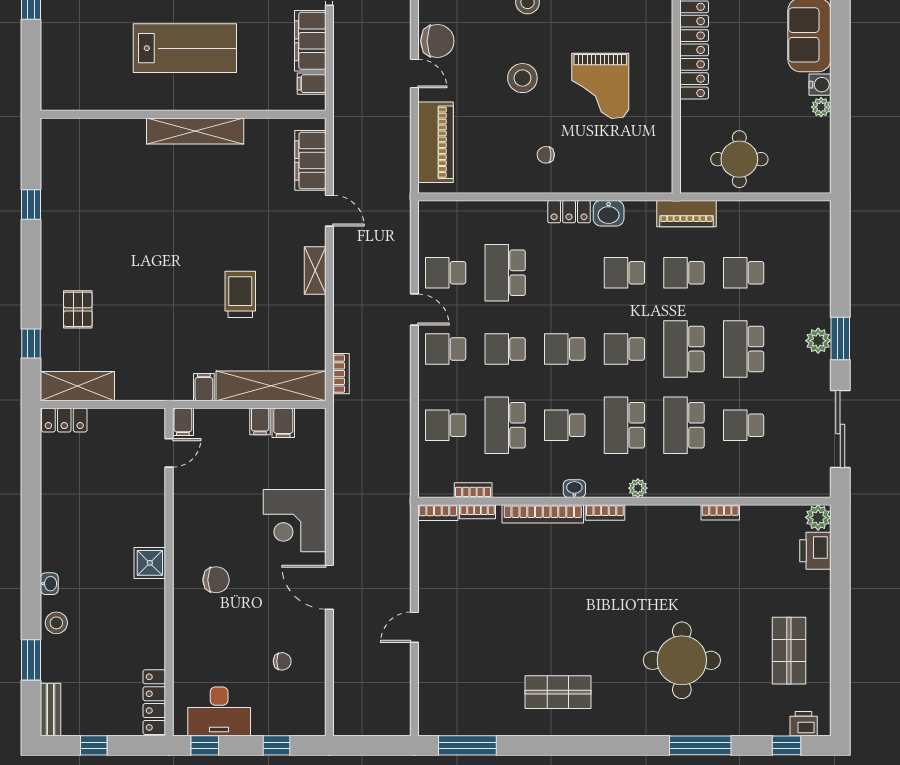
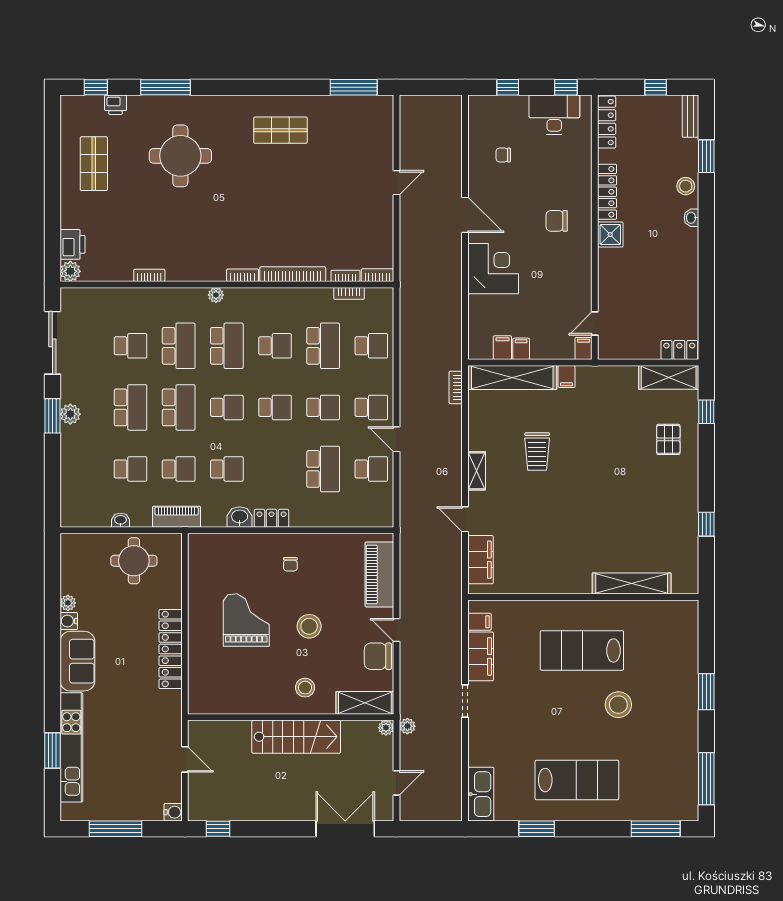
shelving: (195, 131) -> (632, 583), moved
chair: (546, 155) -> (290, 564), turned 90
washbasin: (574, 489) -> (121, 520), moved, turned 180
locker: (154, 616) -> (607, 192), added
printer: (804, 724) -> (116, 105), moved

